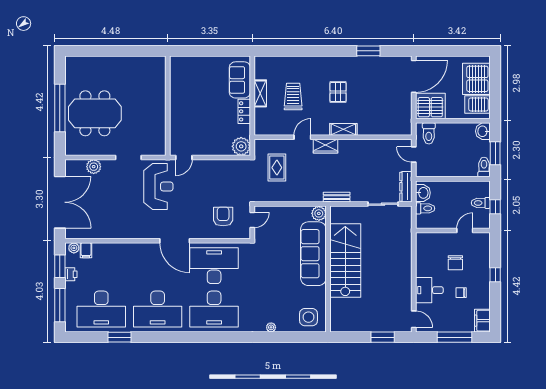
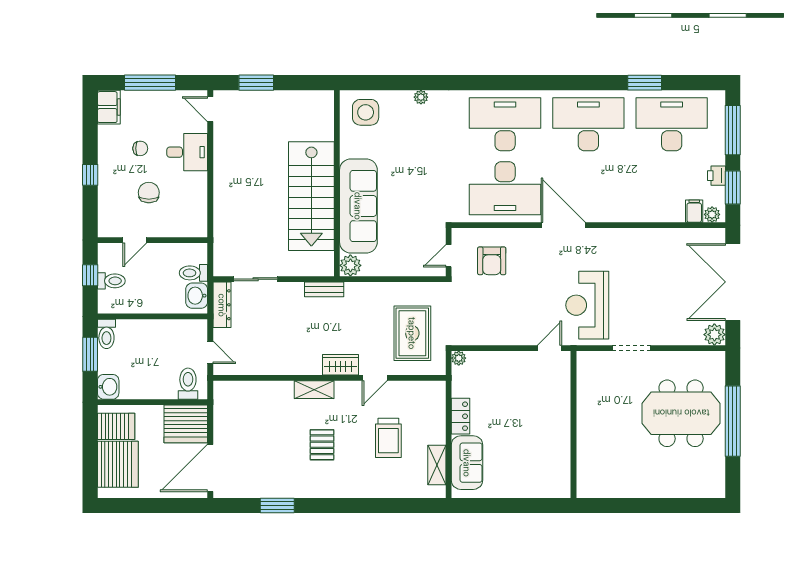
shelving: (260, 93) -> (437, 465), moved
plant: (241, 146) -> (459, 358), width x0.53, depth x0.53
plant: (94, 167) -> (714, 335), moved
rug: (277, 168) -> (412, 333), width x1.36, depth x1.43

